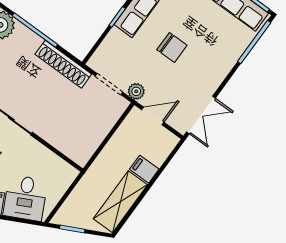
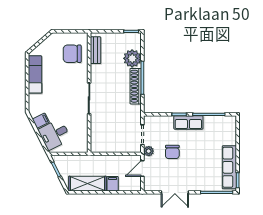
chair: (172, 48) -> (172, 152), moved
shoe rack: (63, 64) -> (136, 86), moved
double door: (201, 115) -> (175, 192), moved
door: (153, 116) -> (142, 168), swing flipped

